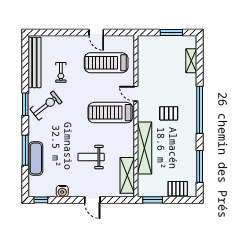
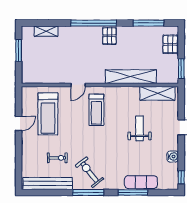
window: (25, 104) -> (88, 192), width x1.44
treadmill: (110, 113) -> (96, 110), width x0.73, depth x0.73
pallet: (169, 113) -> (109, 36), moved
weight bench: (91, 157) -> (140, 128), turned 180

